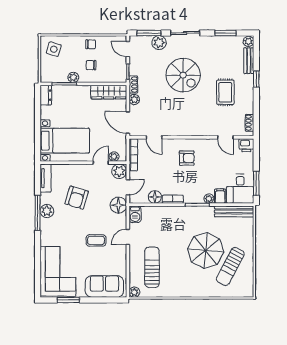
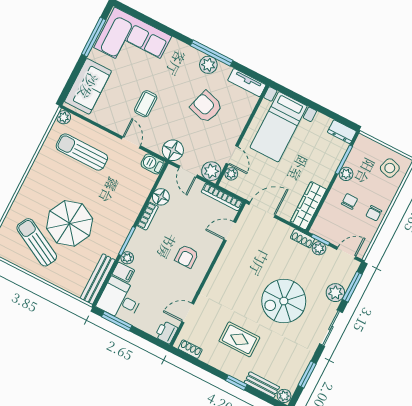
plant: (134, 99) -> (319, 248), moved
sun lounger: (152, 267) -> (82, 152), turned 180
window: (68, 300) -> (94, 37), width x1.44

